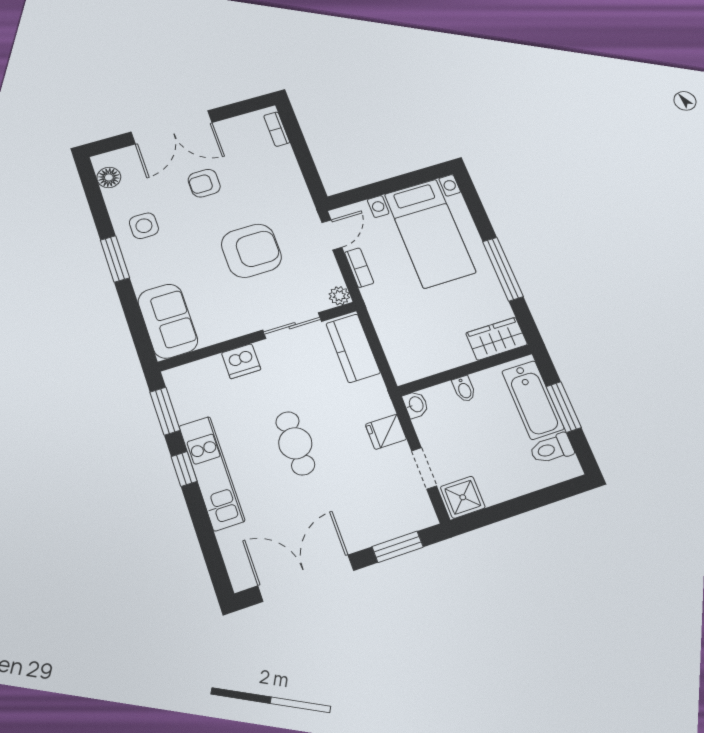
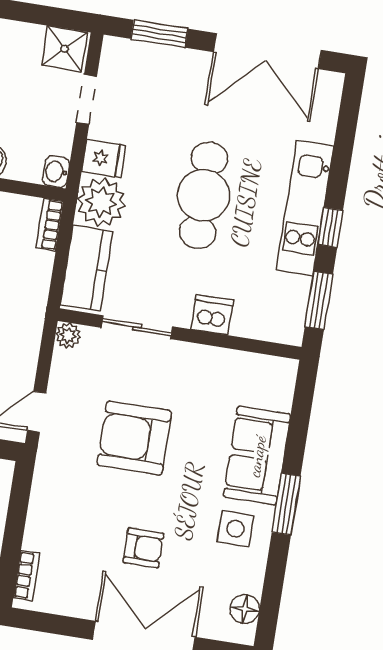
bookcase: (359, 268) -> (50, 225), moved
sofa: (168, 321) -> (257, 456), moved
plant: (369, 400) -> (101, 202), added
cafe table: (295, 443) -> (204, 195), width x1.37, depth x1.35

